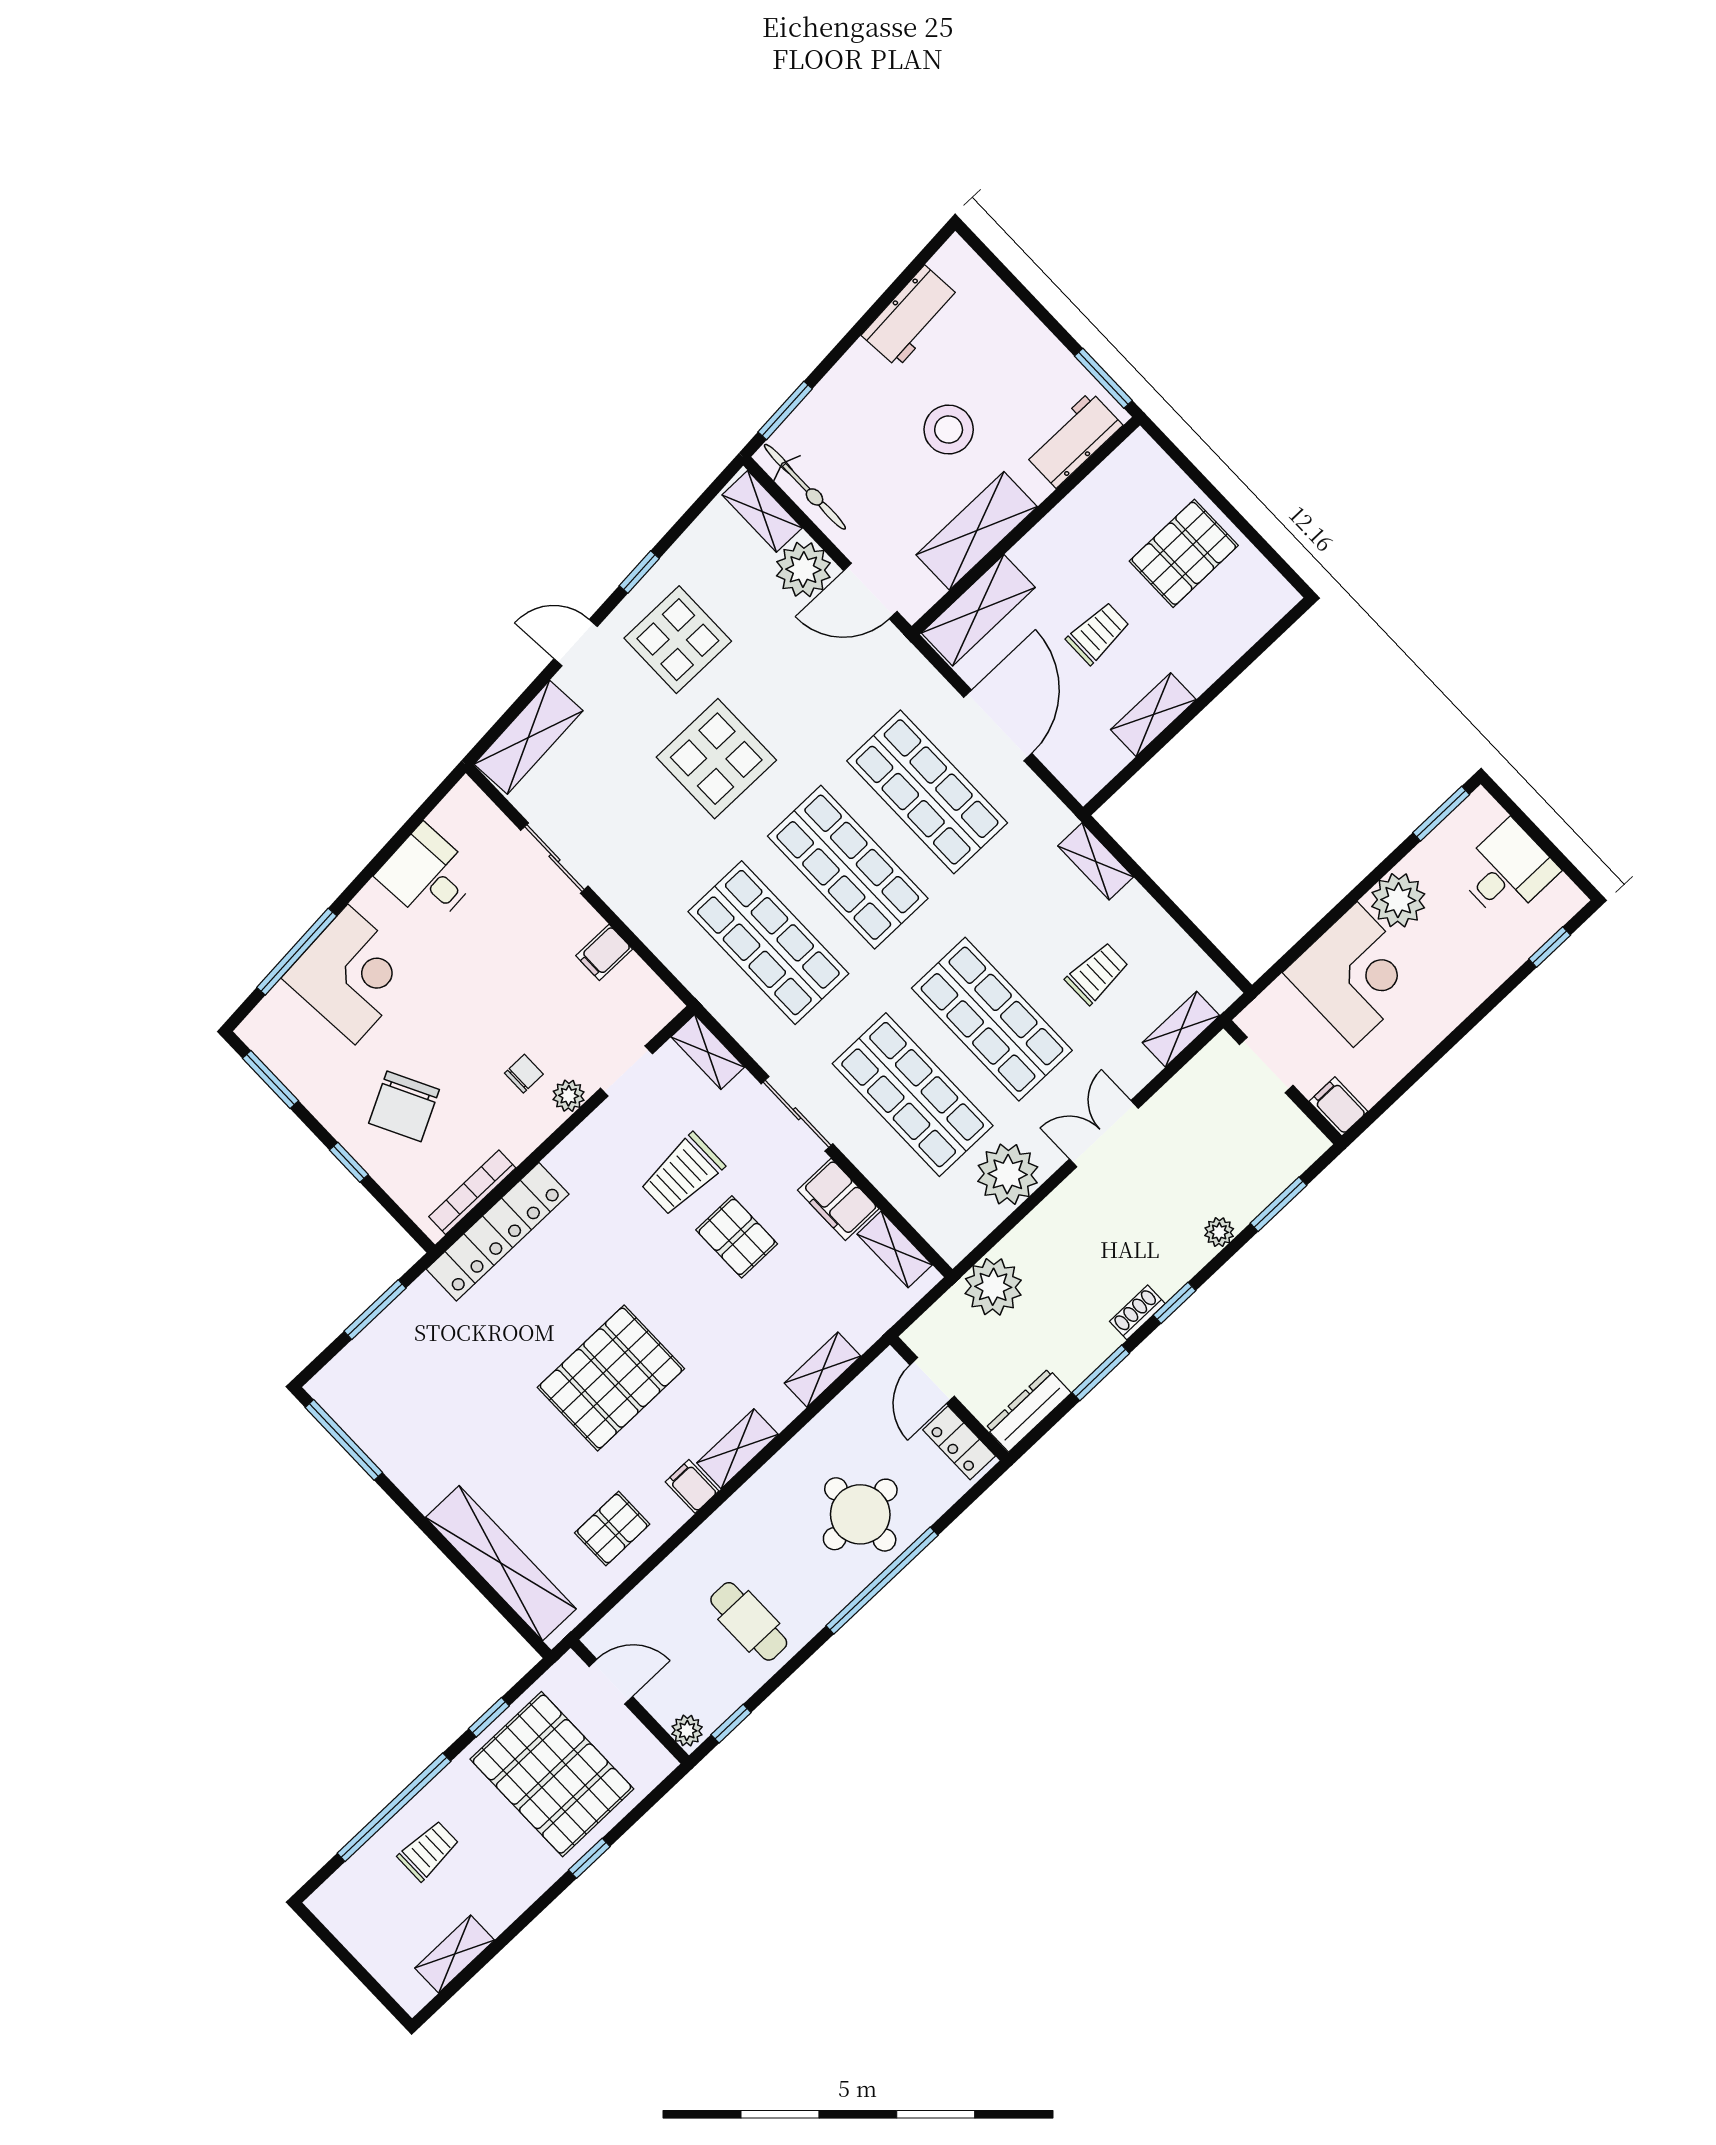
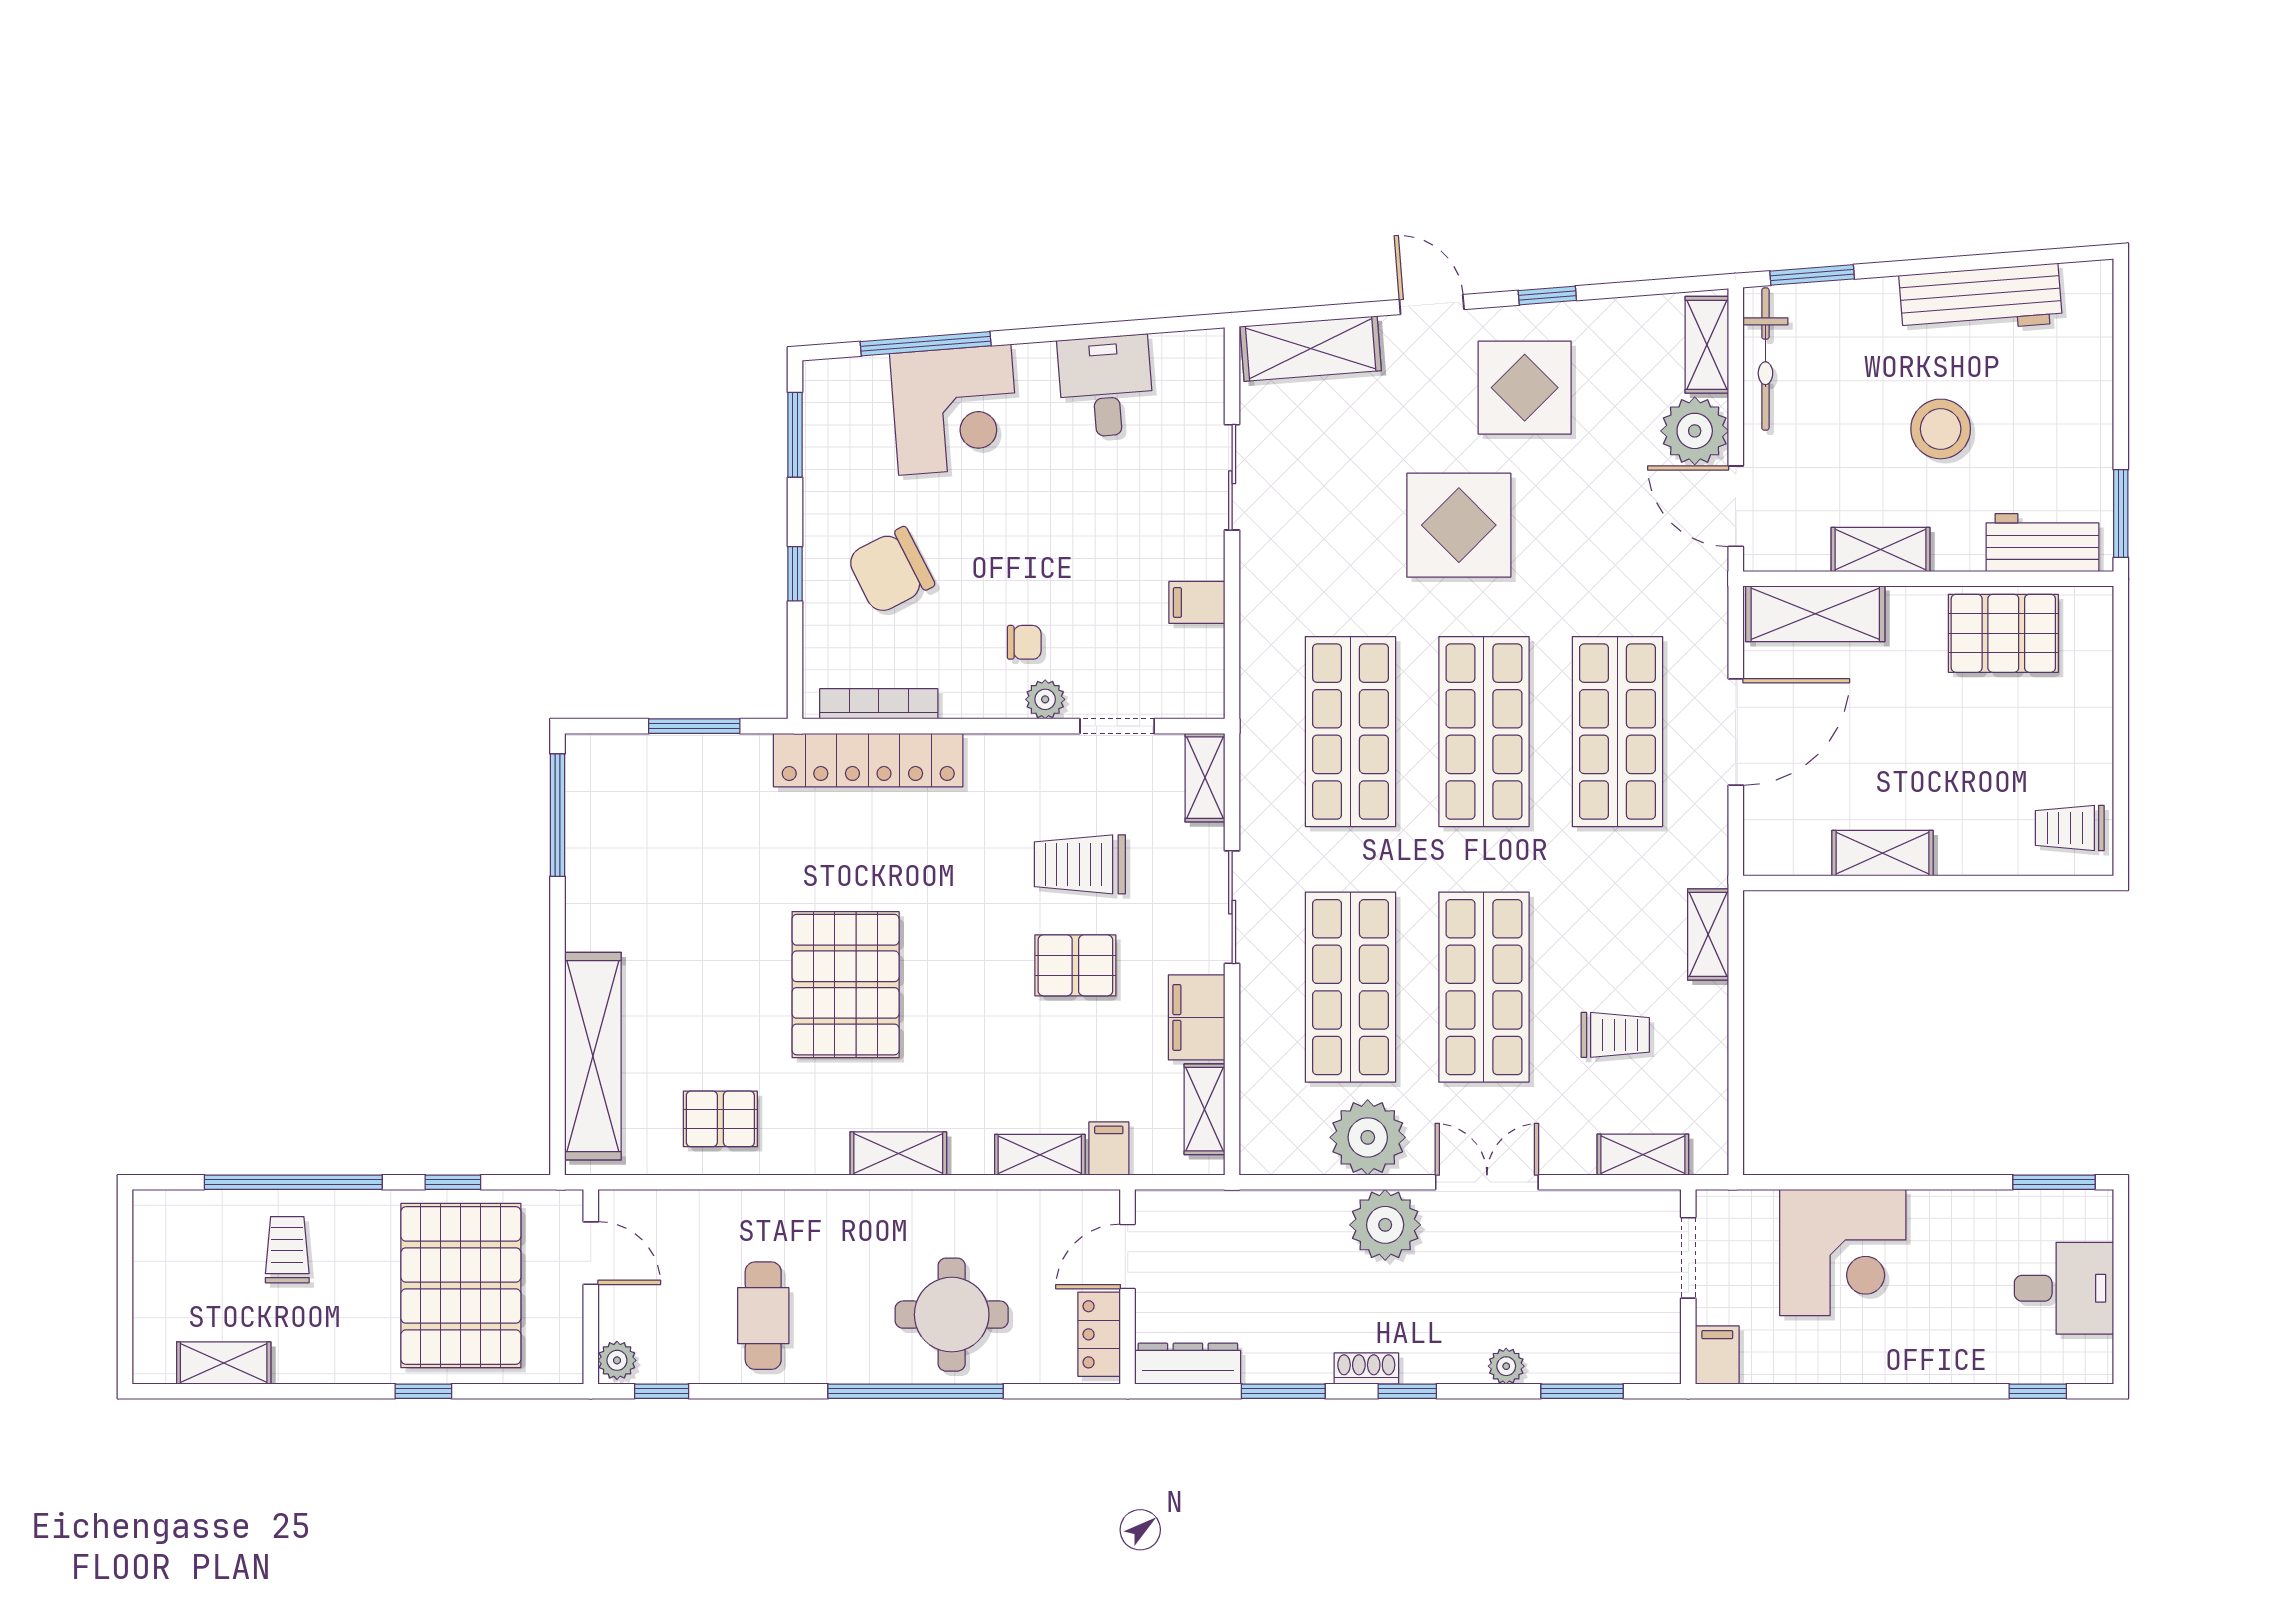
workbench: (911, 316) -> (1981, 299), width x1.38
shelving: (977, 531) -> (1881, 549), width x0.67, depth x0.75
pallet: (1184, 553) -> (2003, 633), moved
trolley: (1098, 633) -> (2070, 828), moved, turned 180
plant: (1398, 900) -> (1943, 1223), removed
pallet: (737, 1237) -> (1075, 965), turned 90
plant: (993, 1287) -> (1385, 1225), moved
pallet: (611, 1378) -> (846, 985), turned 90
filing cabinet: (692, 1486) -> (1109, 1149), moved
trolley: (428, 1851) -> (287, 1250), turned -90

